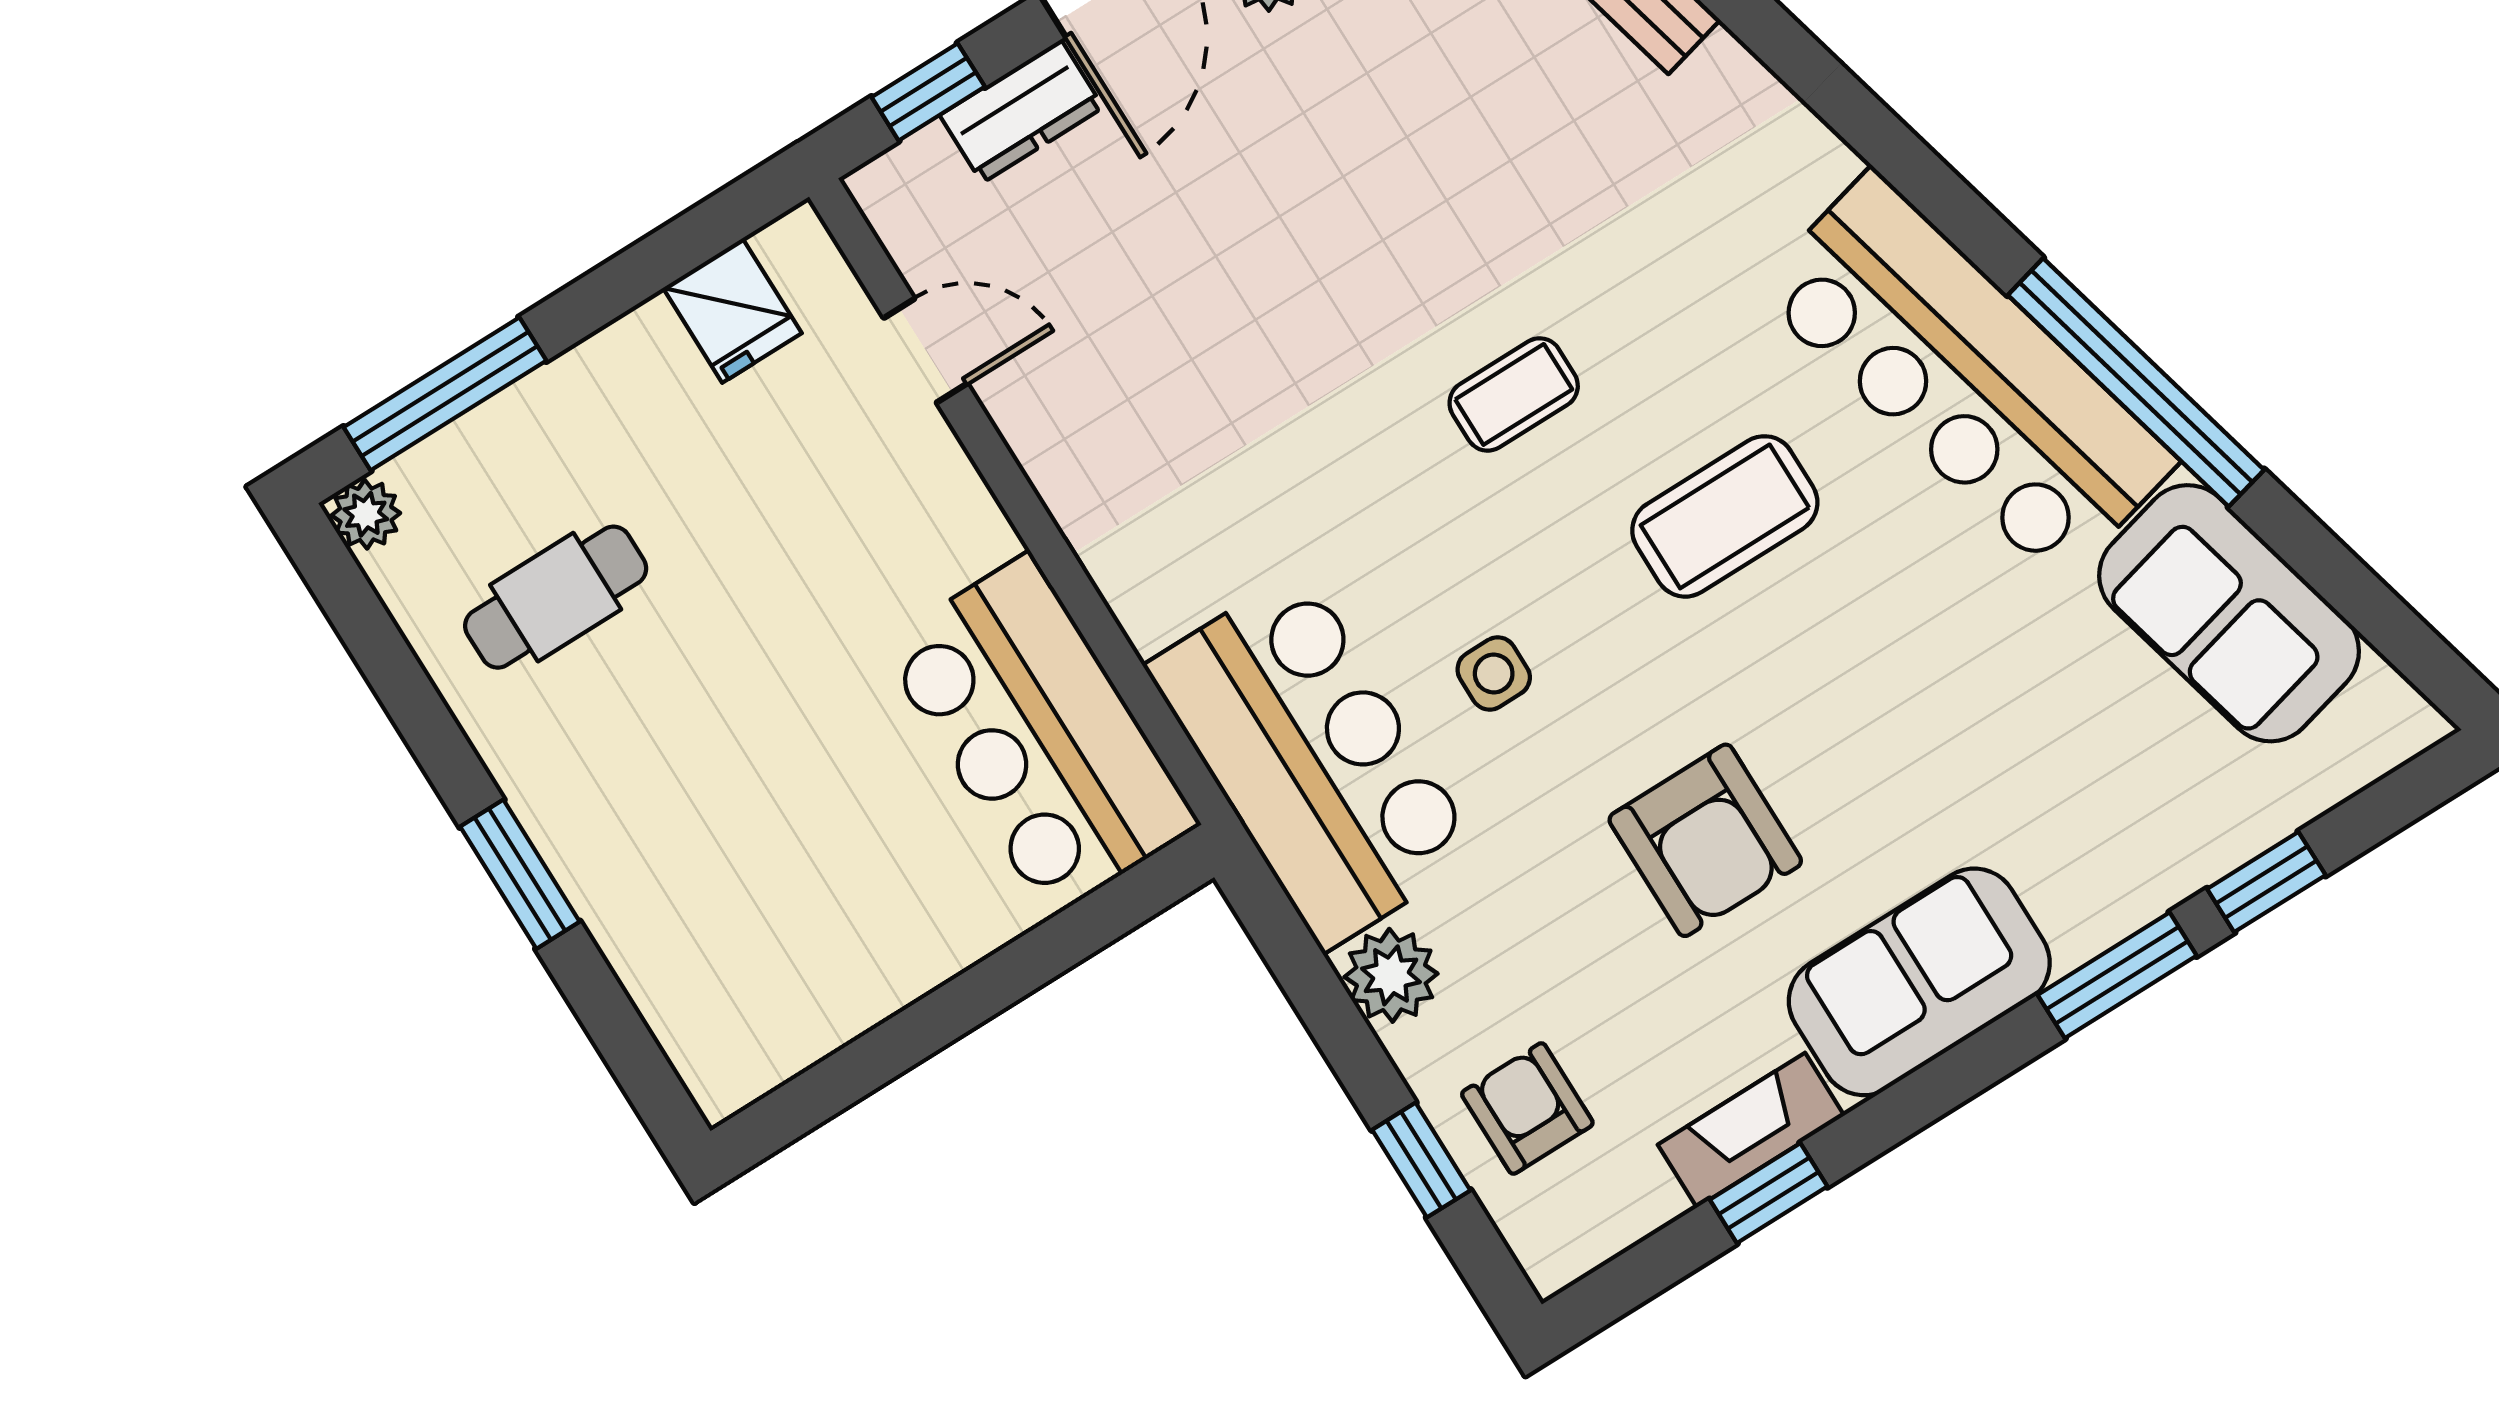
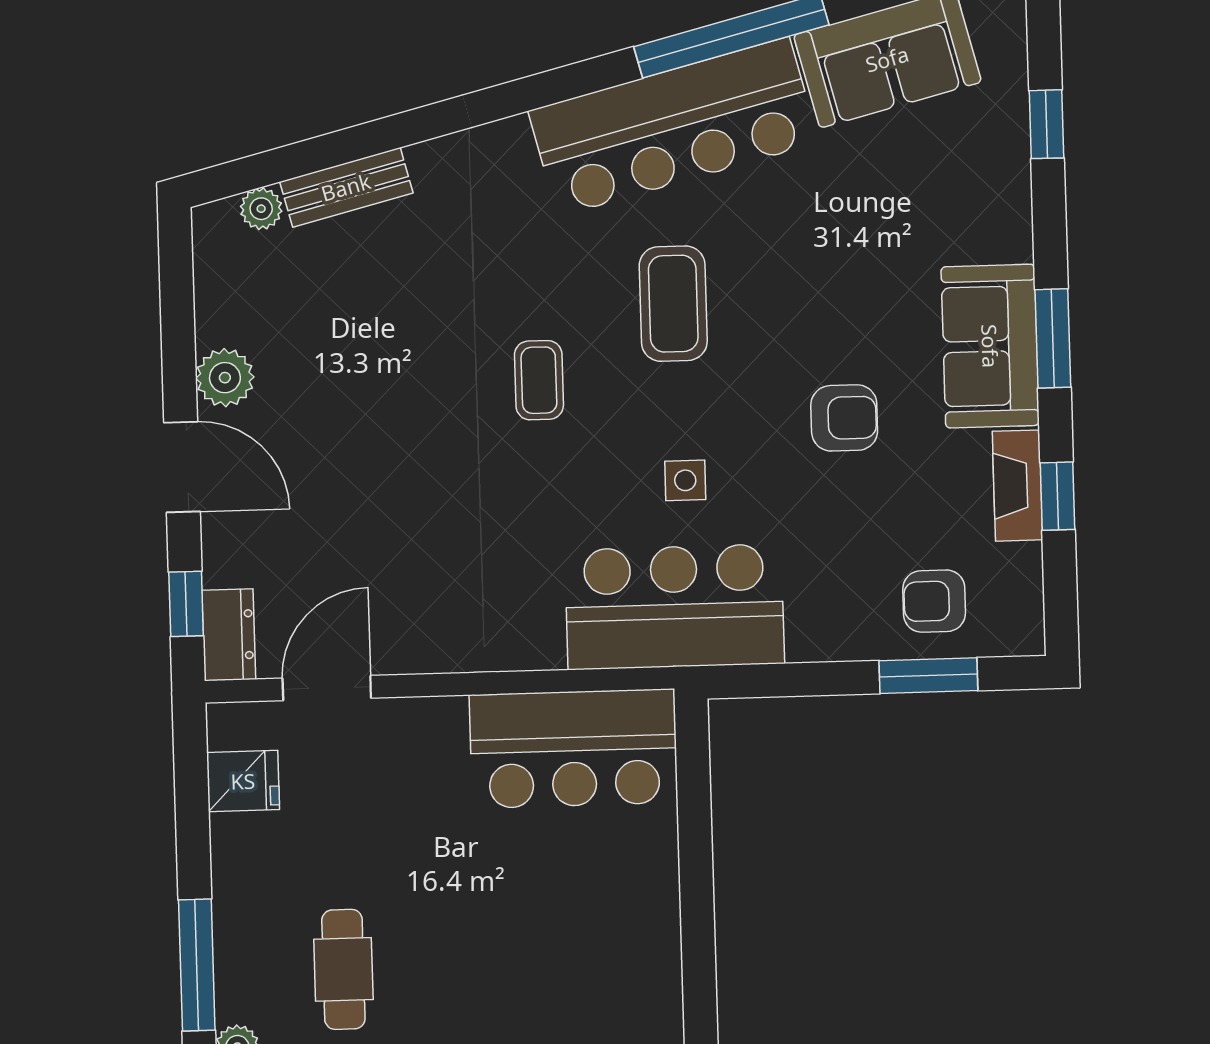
dresser: (1021, 111) -> (229, 635), moved
door: (926, 351) -> (327, 688), width x1.38
armchair: (1705, 840) -> (844, 418), width x0.72, depth x0.72
plant: (1391, 975) -> (818, 633), removed
window: (2117, 975) -> (1053, 338), moved
window: (1421, 1160) -> (928, 676), width x1.50

